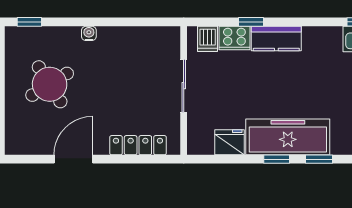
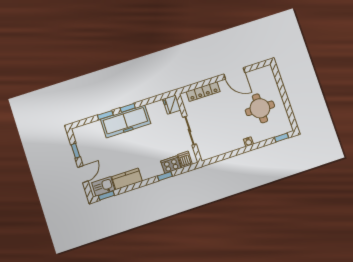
kitchen counter: (276, 39) -> (127, 179), moved
round table: (50, 84) -> (260, 108), turned 32
fridge: (230, 142) -> (172, 105), moved, turned 90
door: (73, 159) -> (234, 73), hinge flipped

